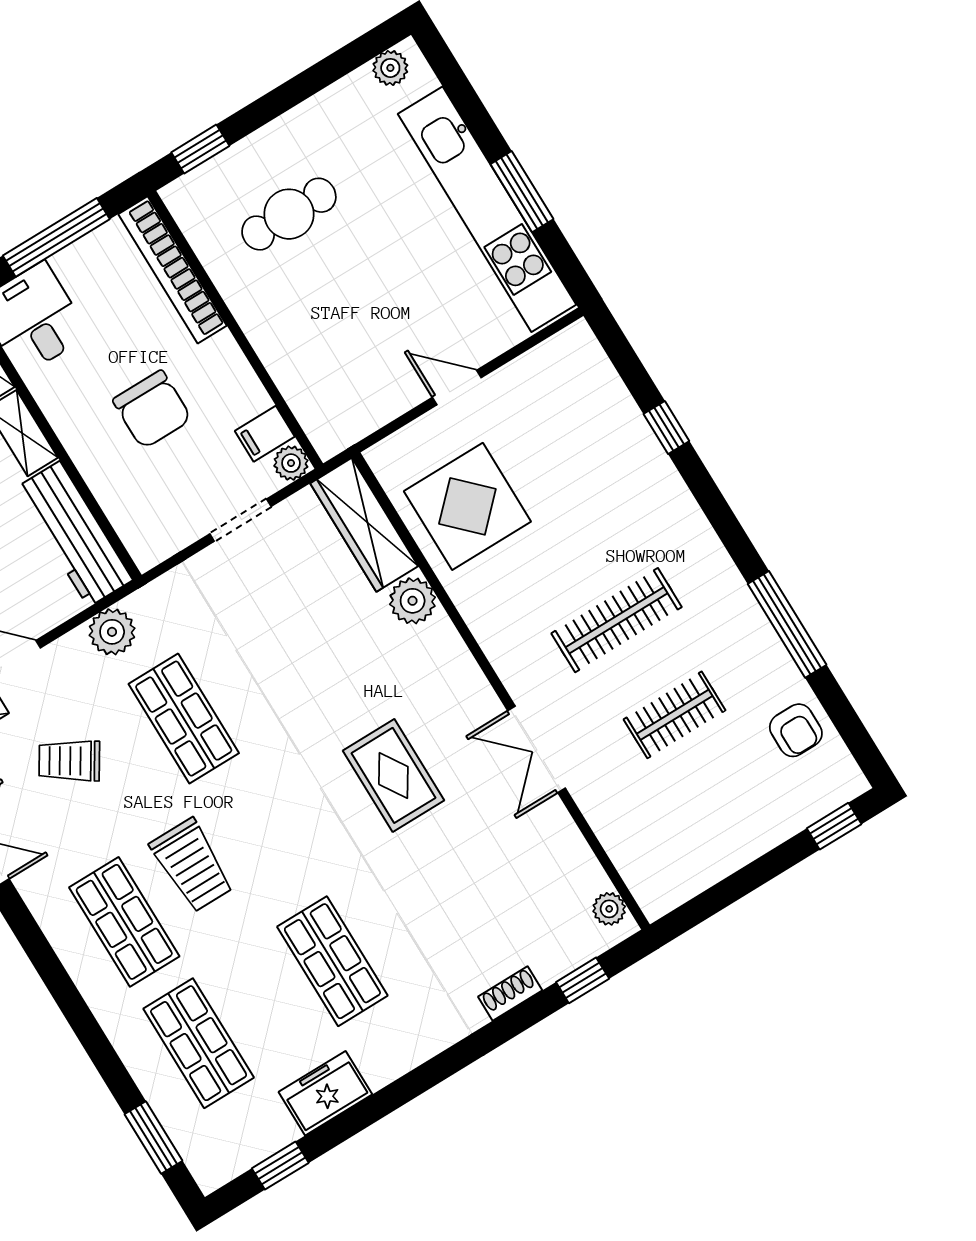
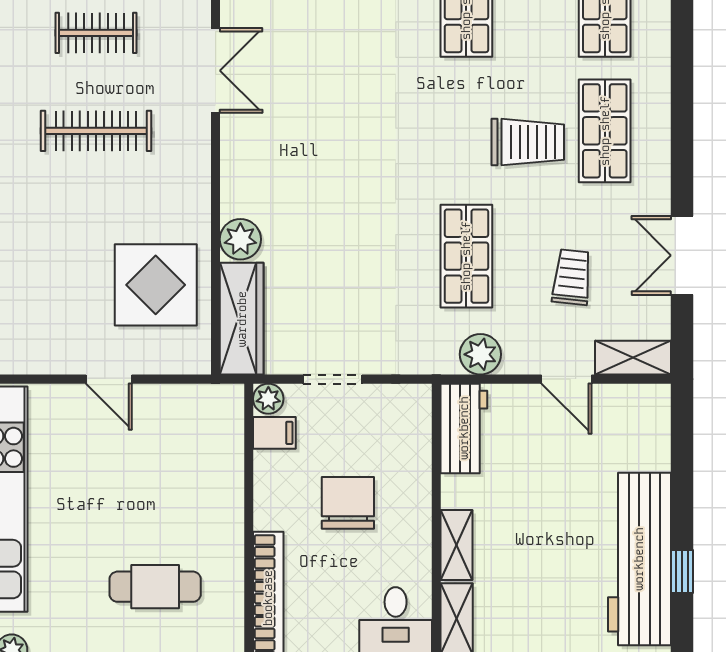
workbench: (74, 534) -> (464, 428), width x0.73
trolley: (69, 761) -> (572, 277), turned -116
rug: (393, 775) -> (335, 117), removed
trolley: (192, 865) -> (528, 142), turned 90

